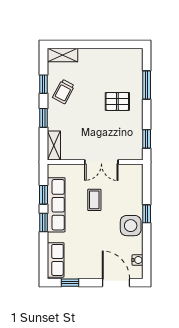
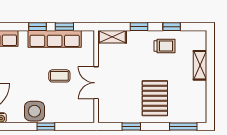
shelving: (62, 55) -> (200, 65), moved
window: (147, 85) -> (183, 127), moved
trolley: (64, 92) -> (164, 46), turned 152
pallet: (117, 101) -> (155, 98), width x1.50, depth x1.42
window: (147, 139) -> (131, 127), moved

